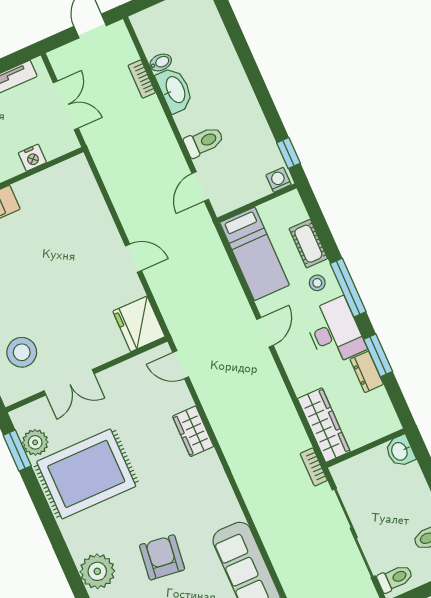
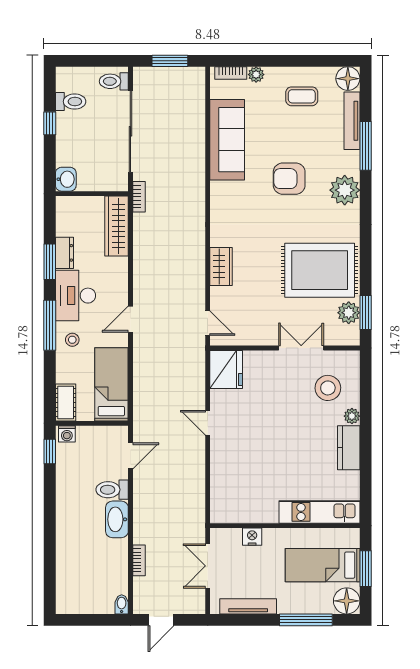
bidet: (161, 62) -> (122, 604), moved, turned 90
washbasin: (175, 90) -> (117, 519), moved
cot: (308, 244) -> (66, 402), moved
armchair: (162, 557) -> (289, 179), turned 83

